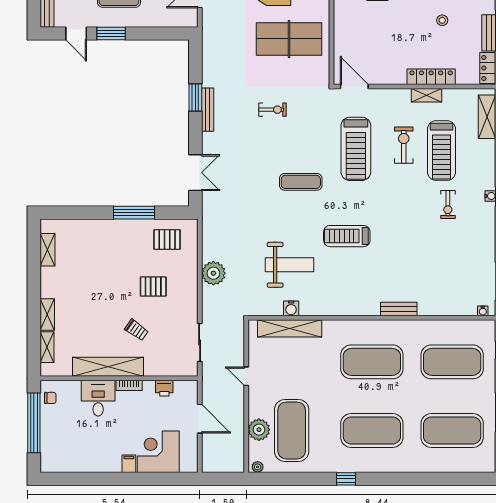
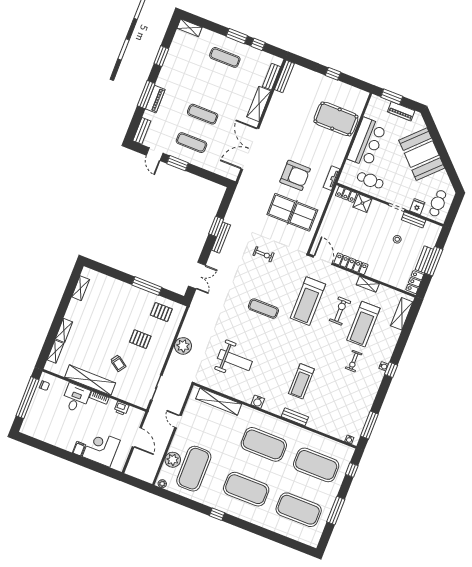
locker: (431, 77) -> (351, 264), moved
treadmill: (347, 236) -> (301, 381), moved, turned -90
water cooler: (291, 308) -> (258, 402), moved

